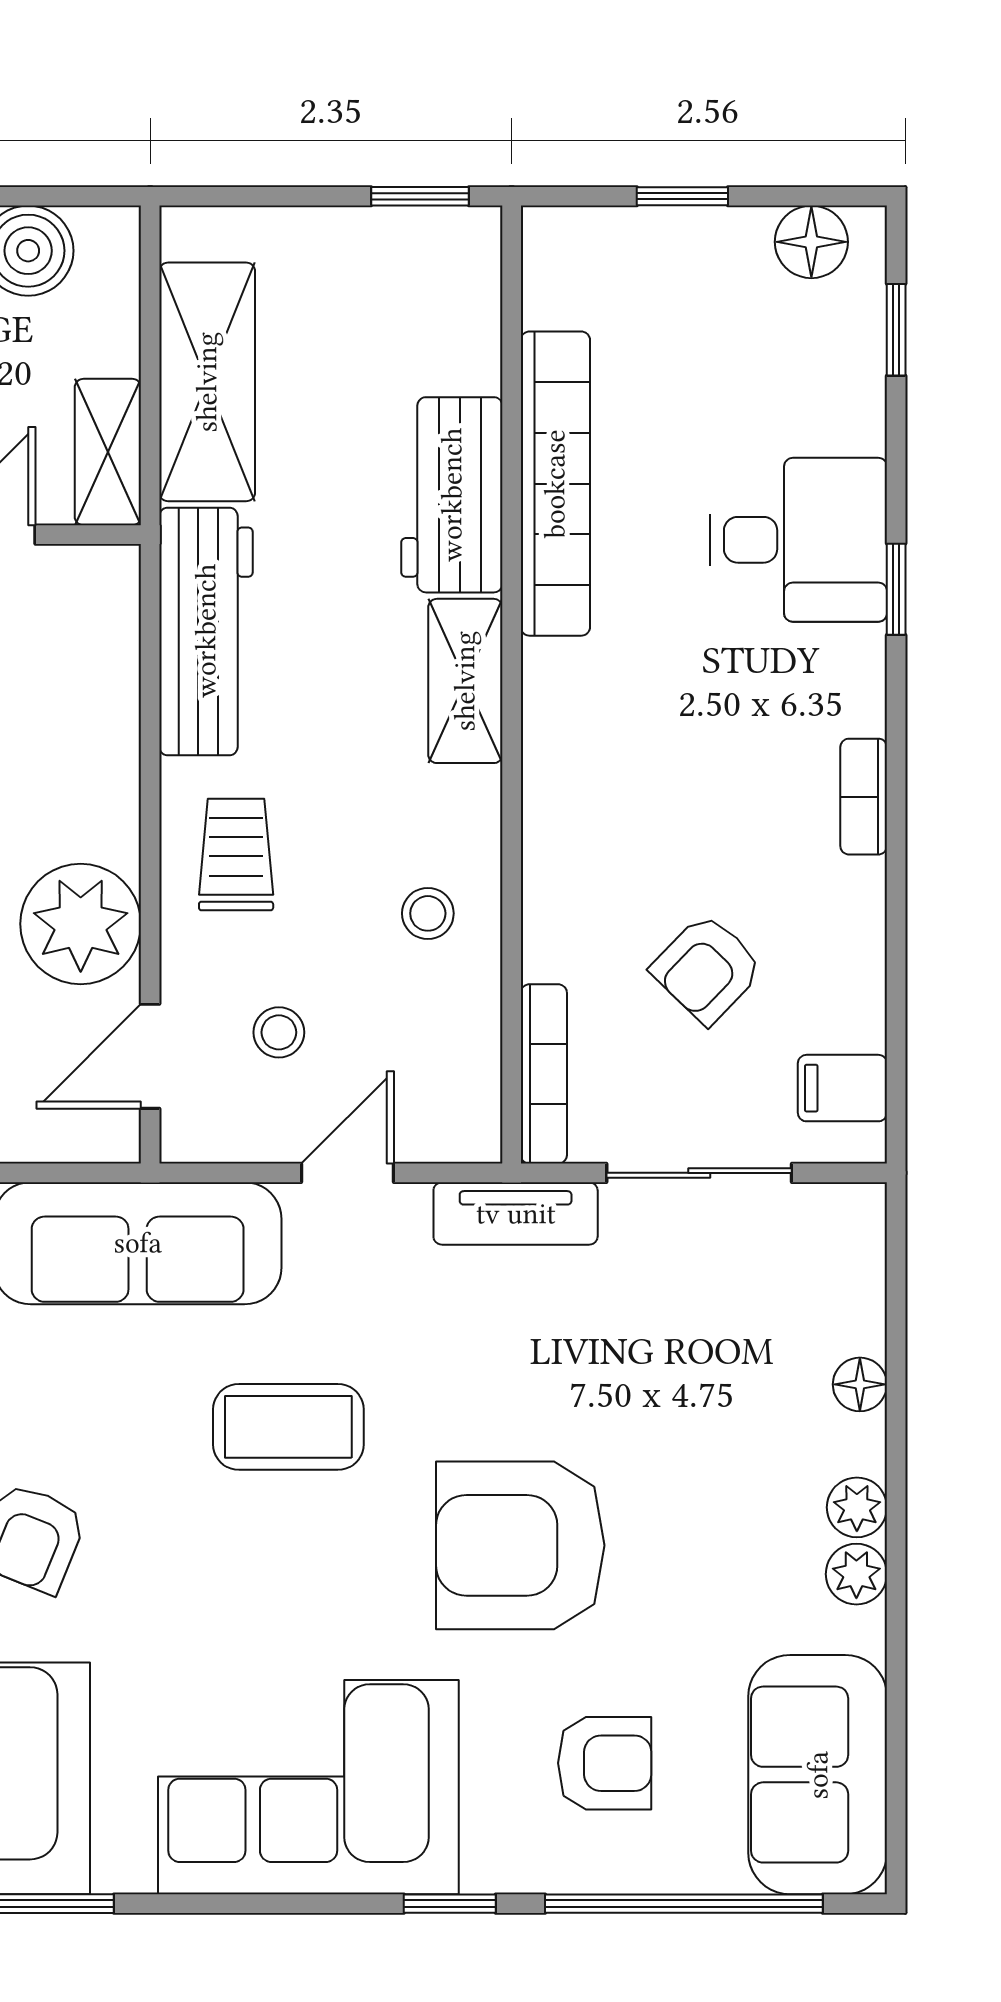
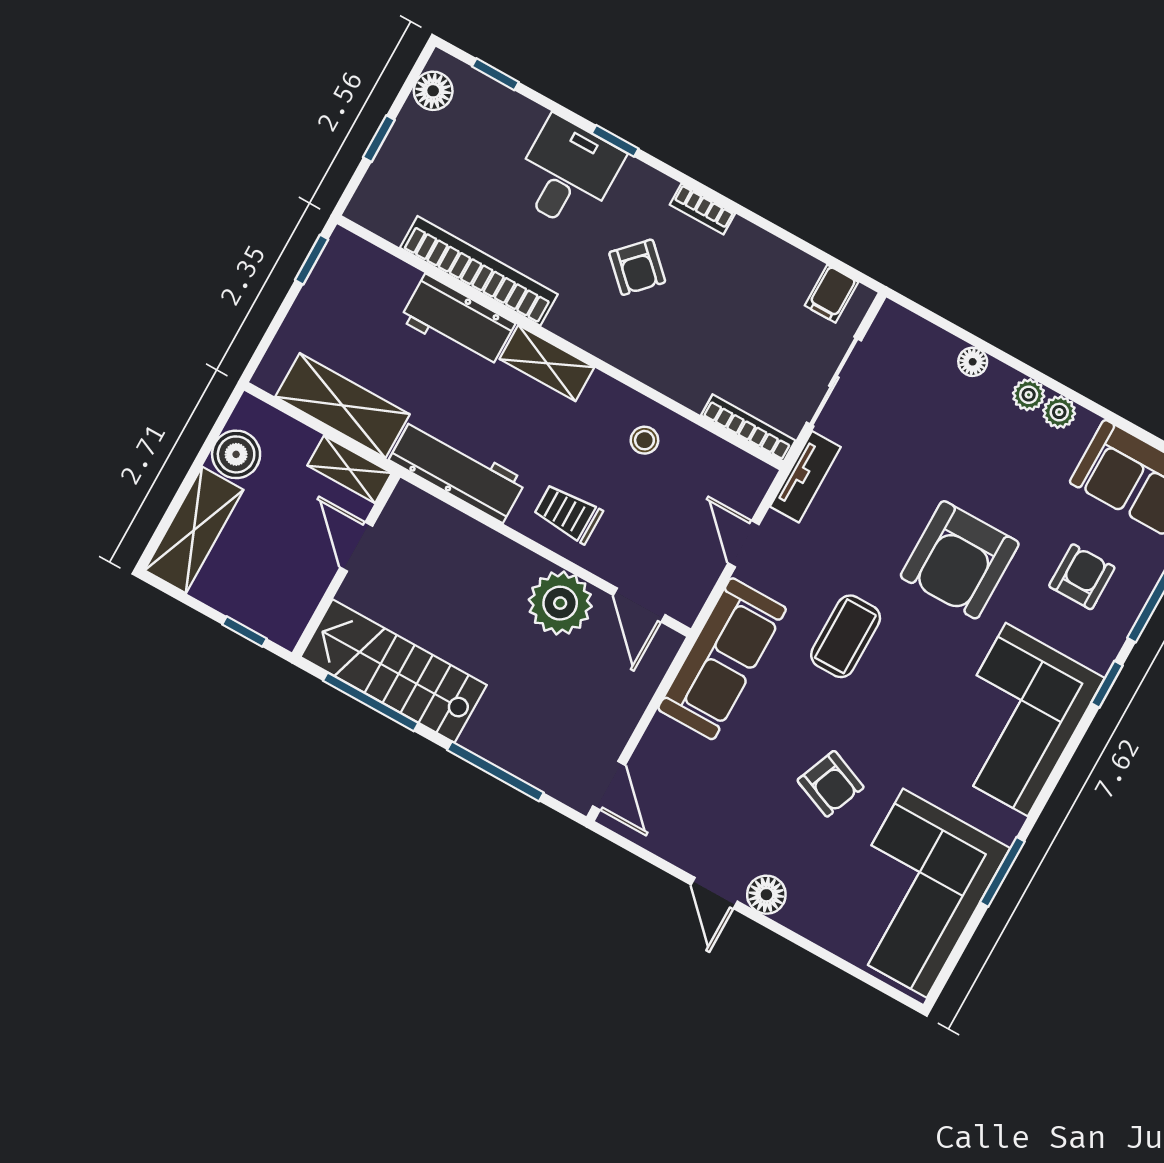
armchair: (707, 969) -> (637, 267), moved
stool: (279, 1032) -> (661, 539), removed

